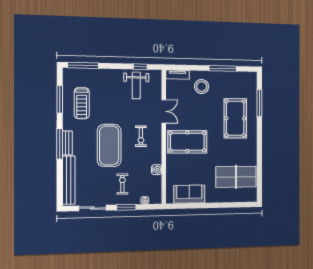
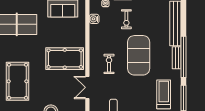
window: (60, 144) -> (184, 57), width x1.46
water cooler: (157, 170) -> (94, 19), moved

